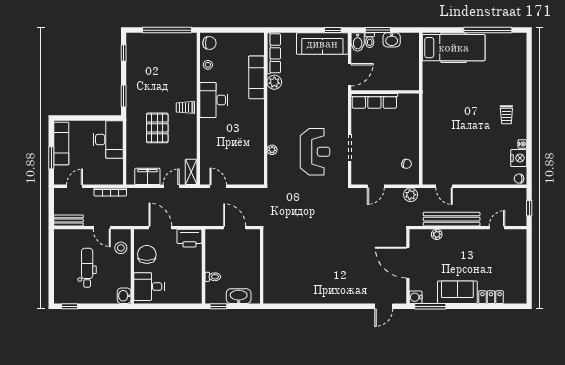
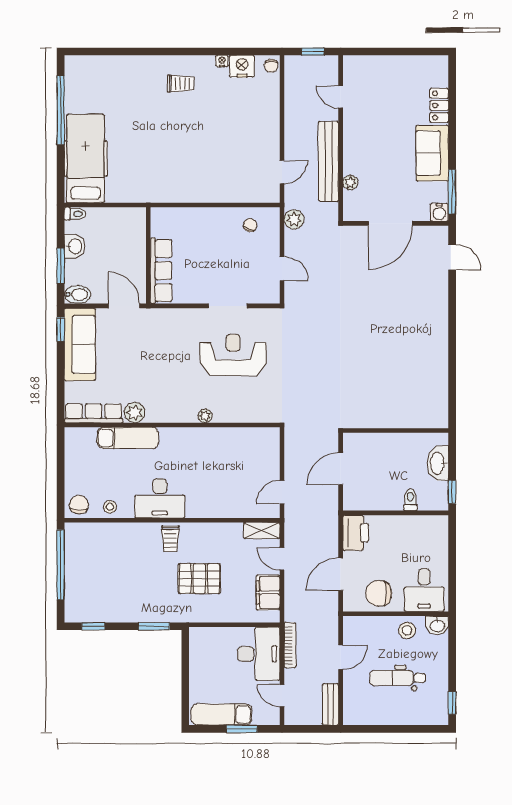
toilet: (370, 40) -> (75, 214), moved
desk: (108, 140) -> (259, 654), moved, turned 90
plant: (272, 150) -> (205, 416), moved
stool: (121, 248) -> (407, 630), moved

